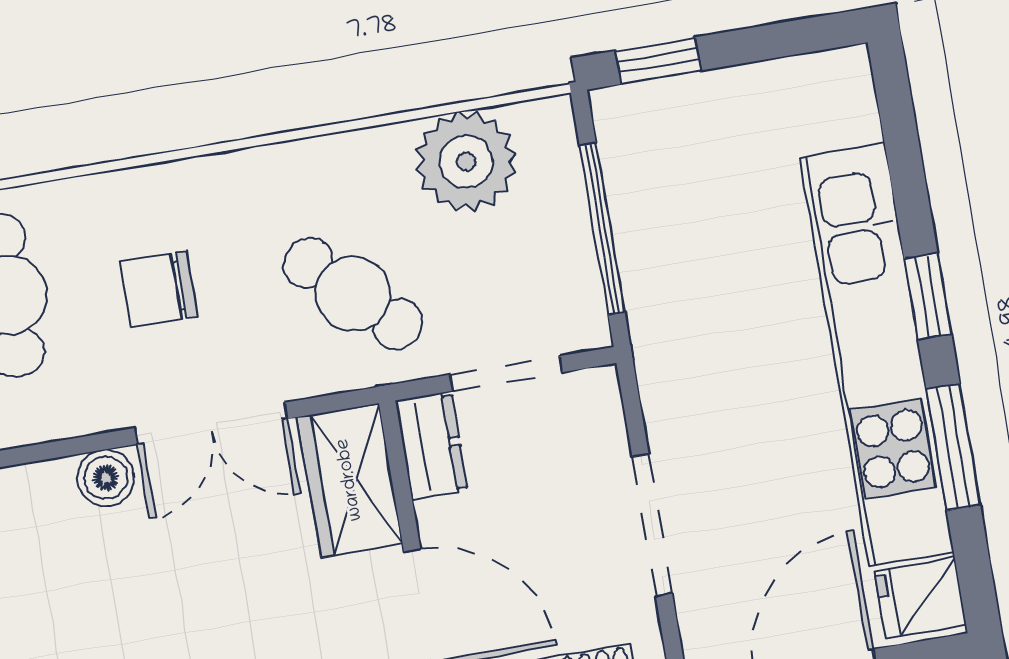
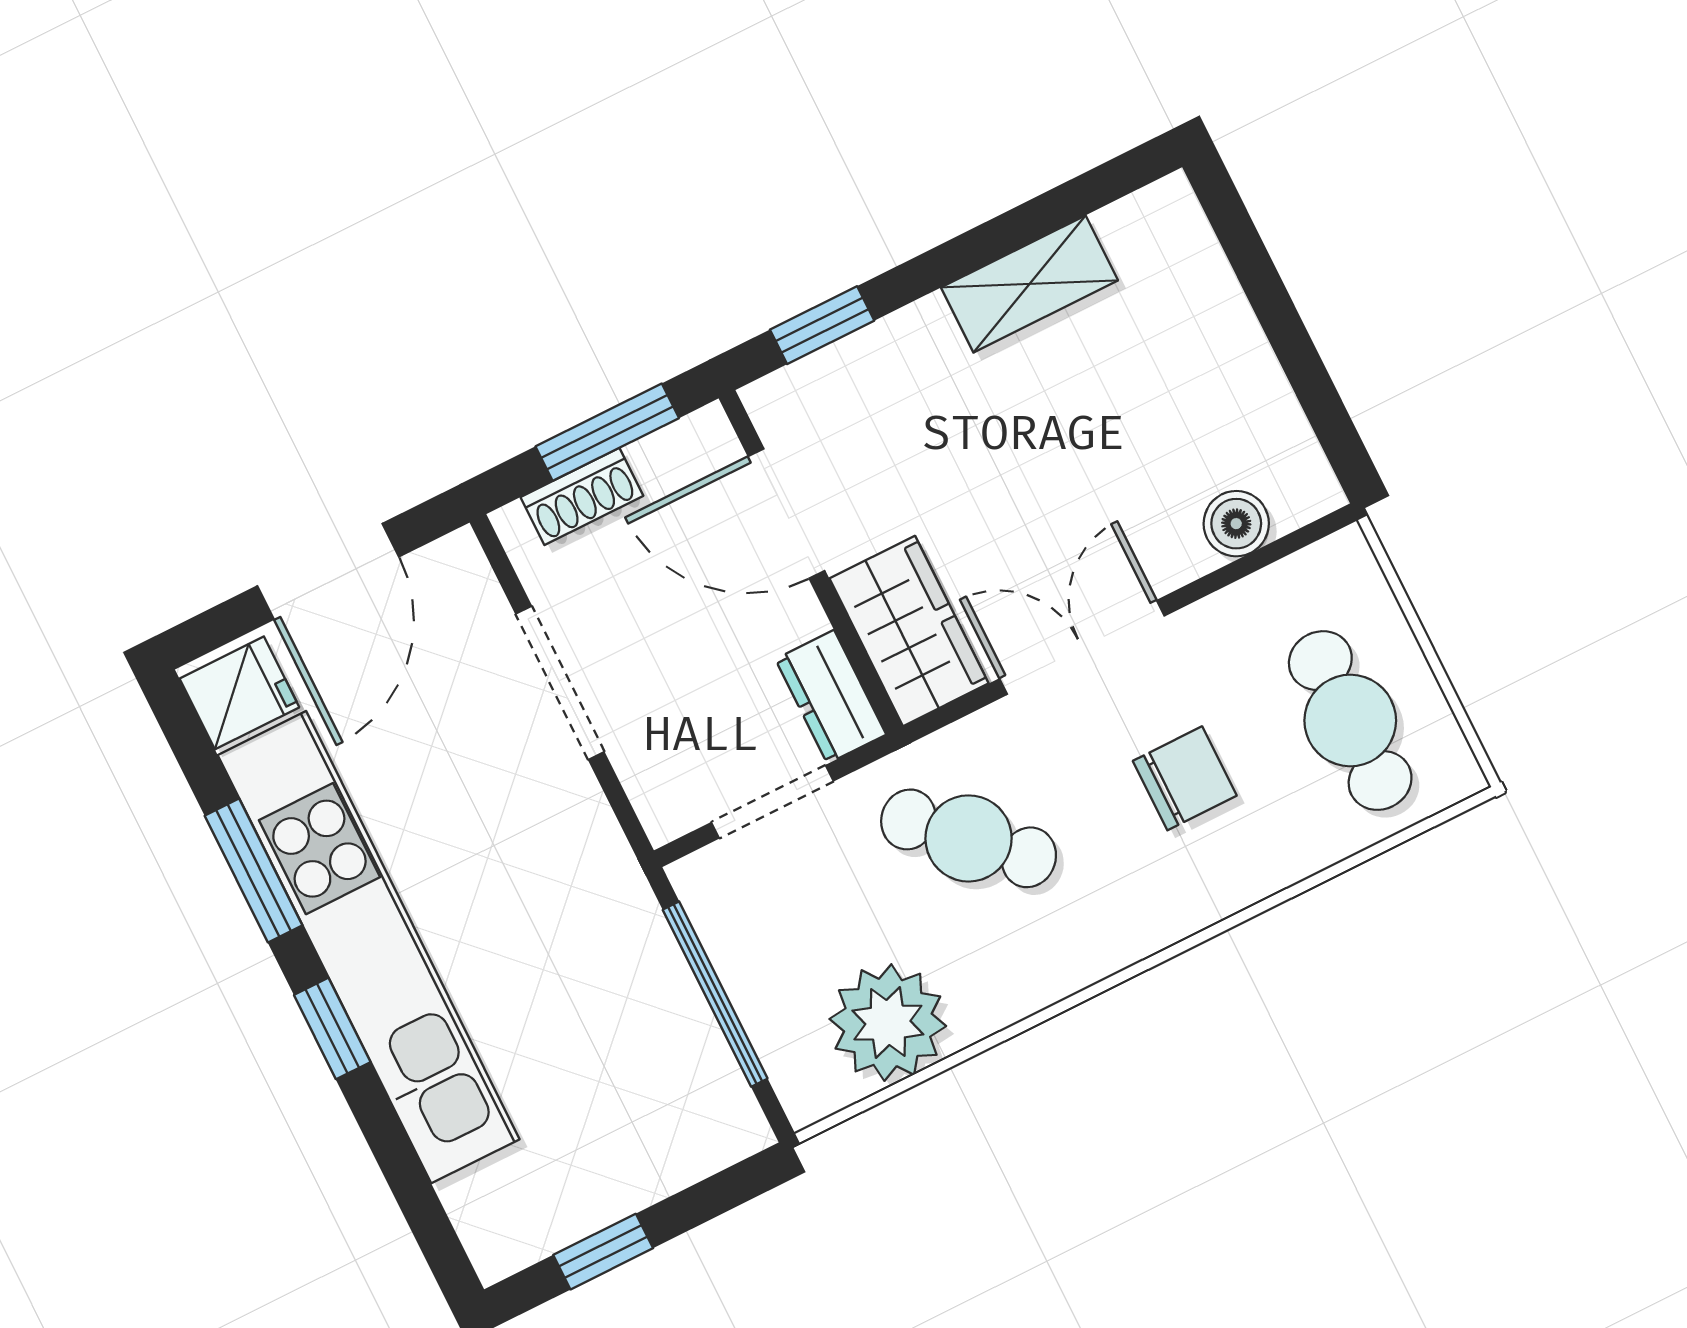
window: (658, 61) -> (603, 1252), moved
boiler: (106, 478) -> (1236, 524), moved

